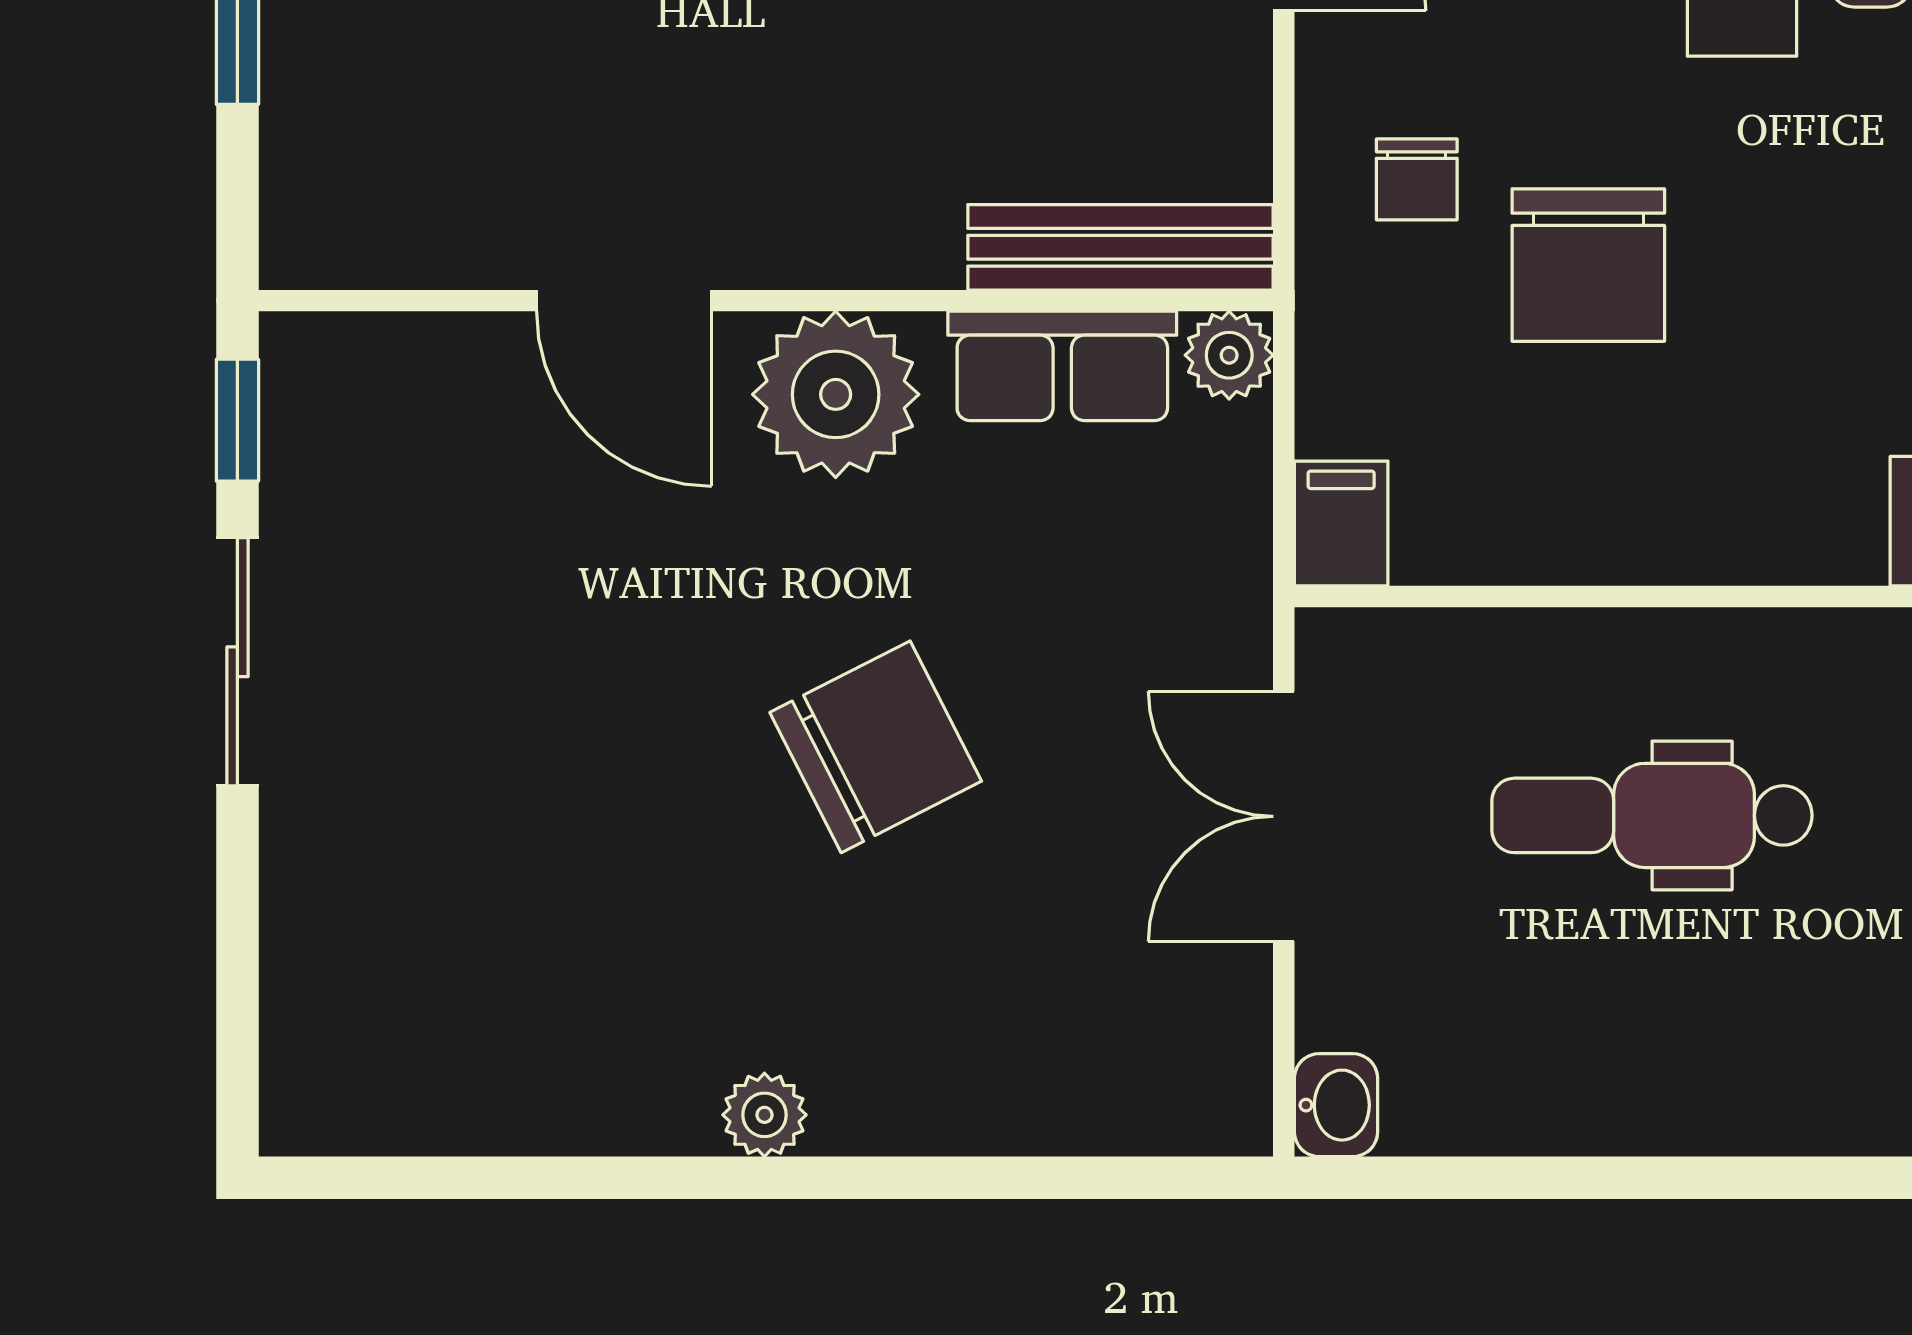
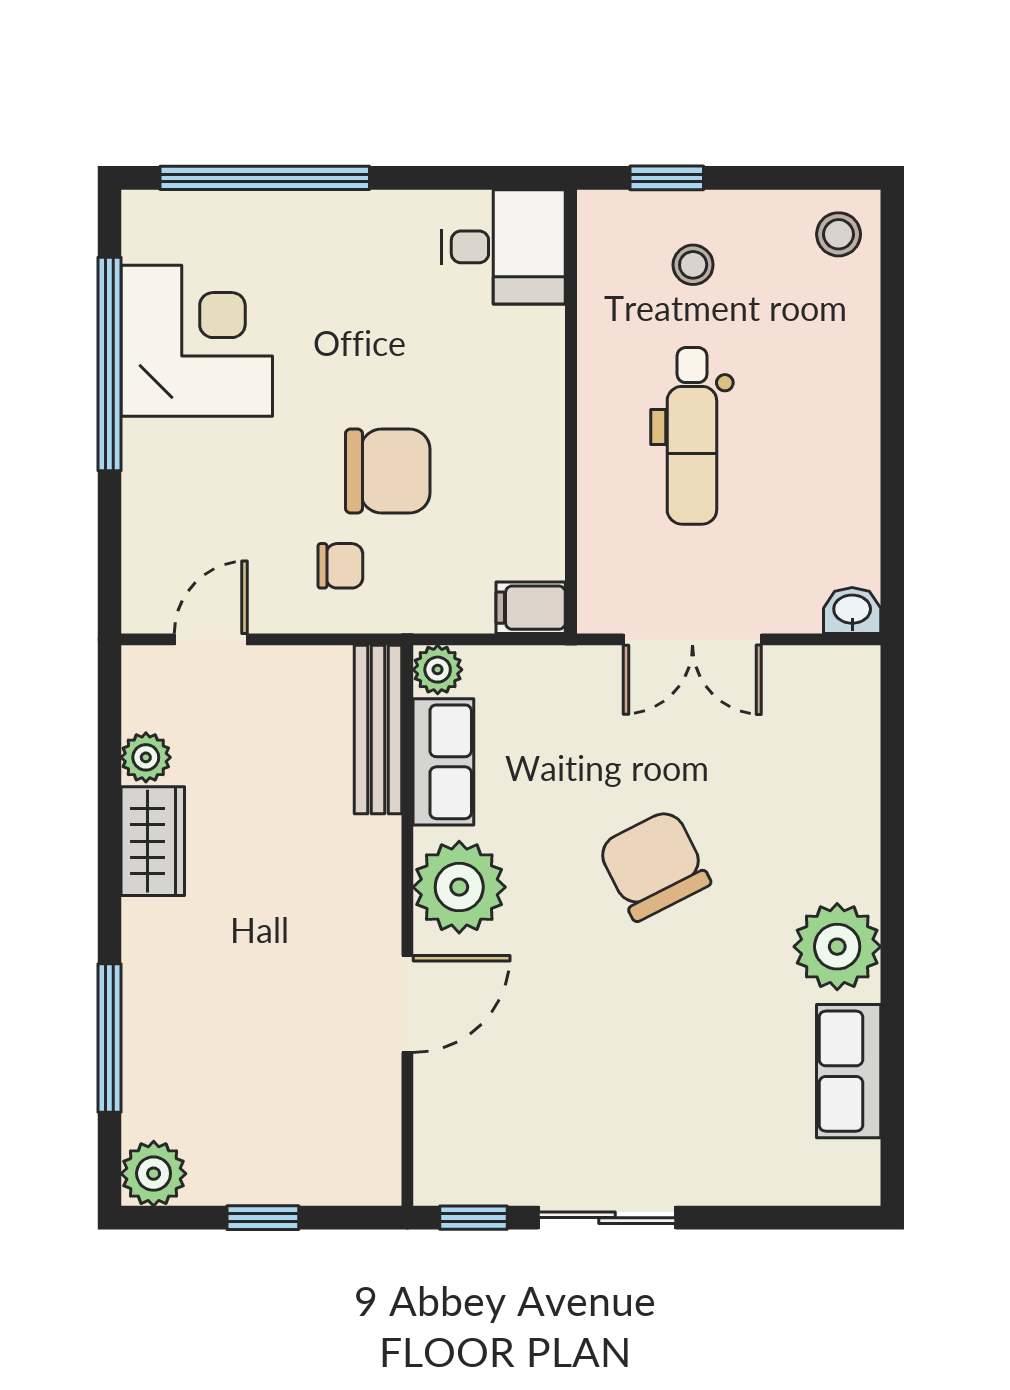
row of seats: (503, 1099) -> (849, 1071), added
plant: (764, 1115) -> (837, 947), width x1.88, depth x1.88

